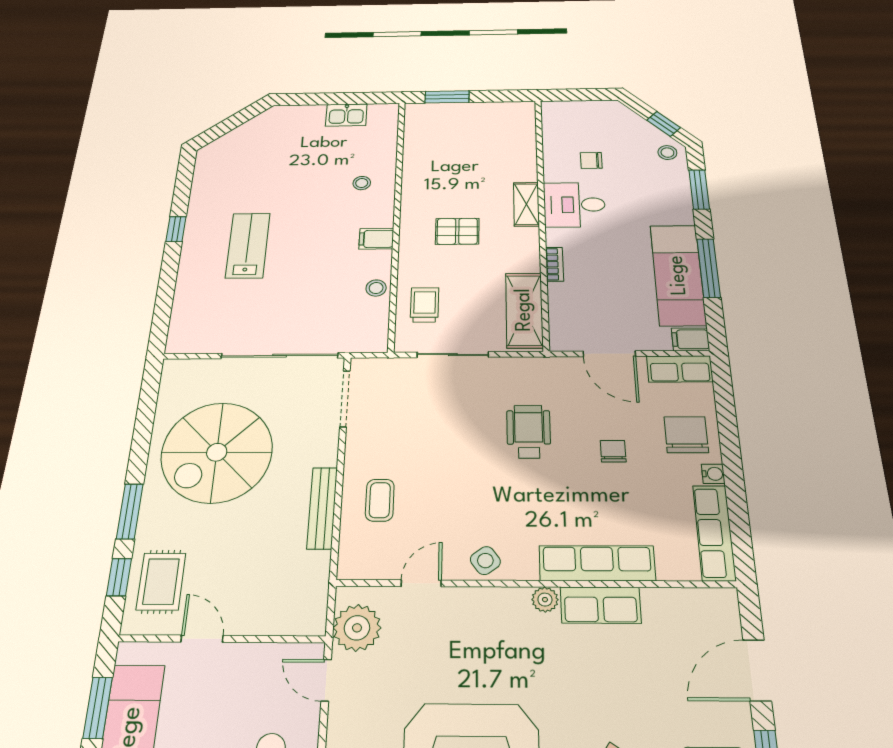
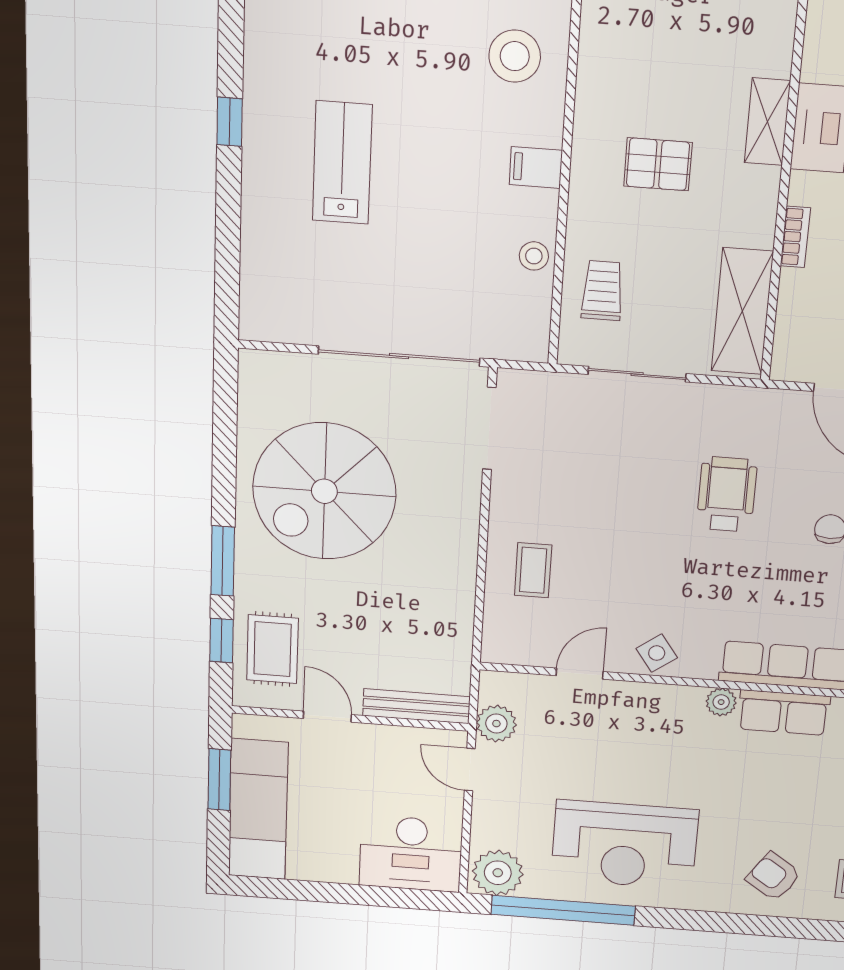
stool: (362, 183) -> (515, 56), width x1.89, depth x1.89
bench: (322, 508) -> (416, 706), moved, turned 90
plant: (357, 628) -> (496, 724), width x0.73, depth x0.73

